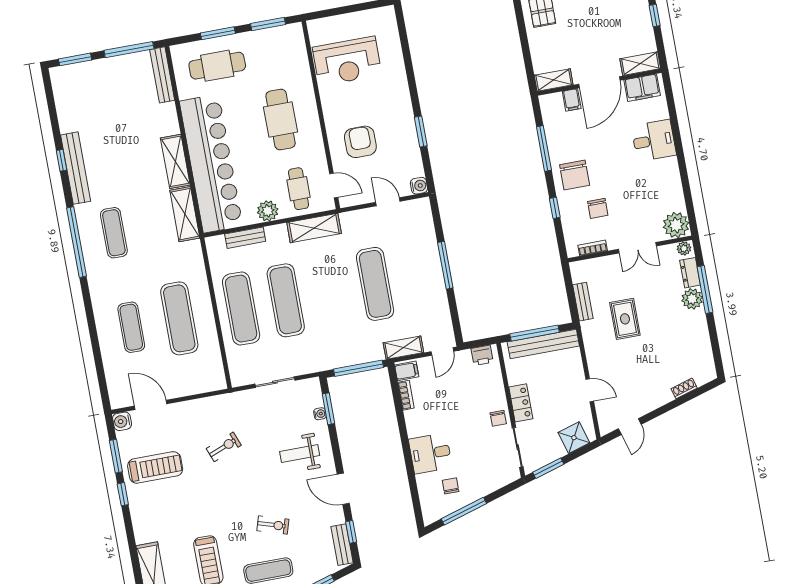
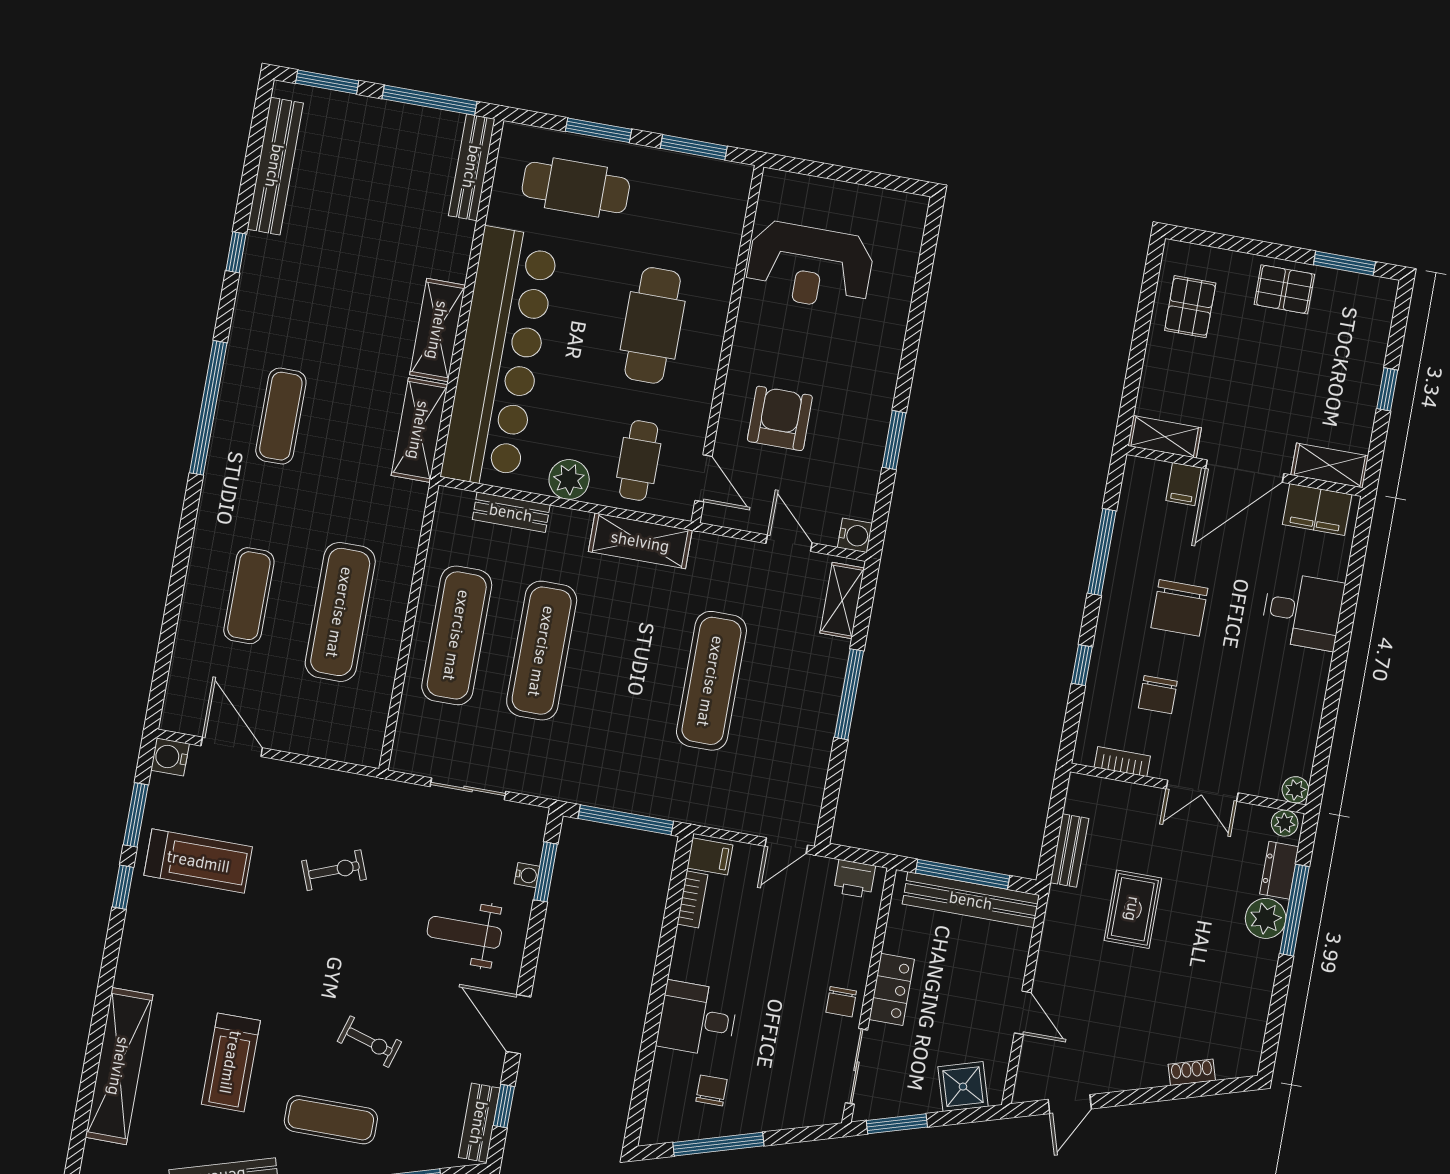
bench: (76, 168) -> (275, 166), moved
chair: (575, 175) -> (1179, 608), moved
plant: (676, 225) -> (1295, 790), width x0.53, depth x0.53
shelving: (403, 348) -> (842, 601), moved, turned 90

